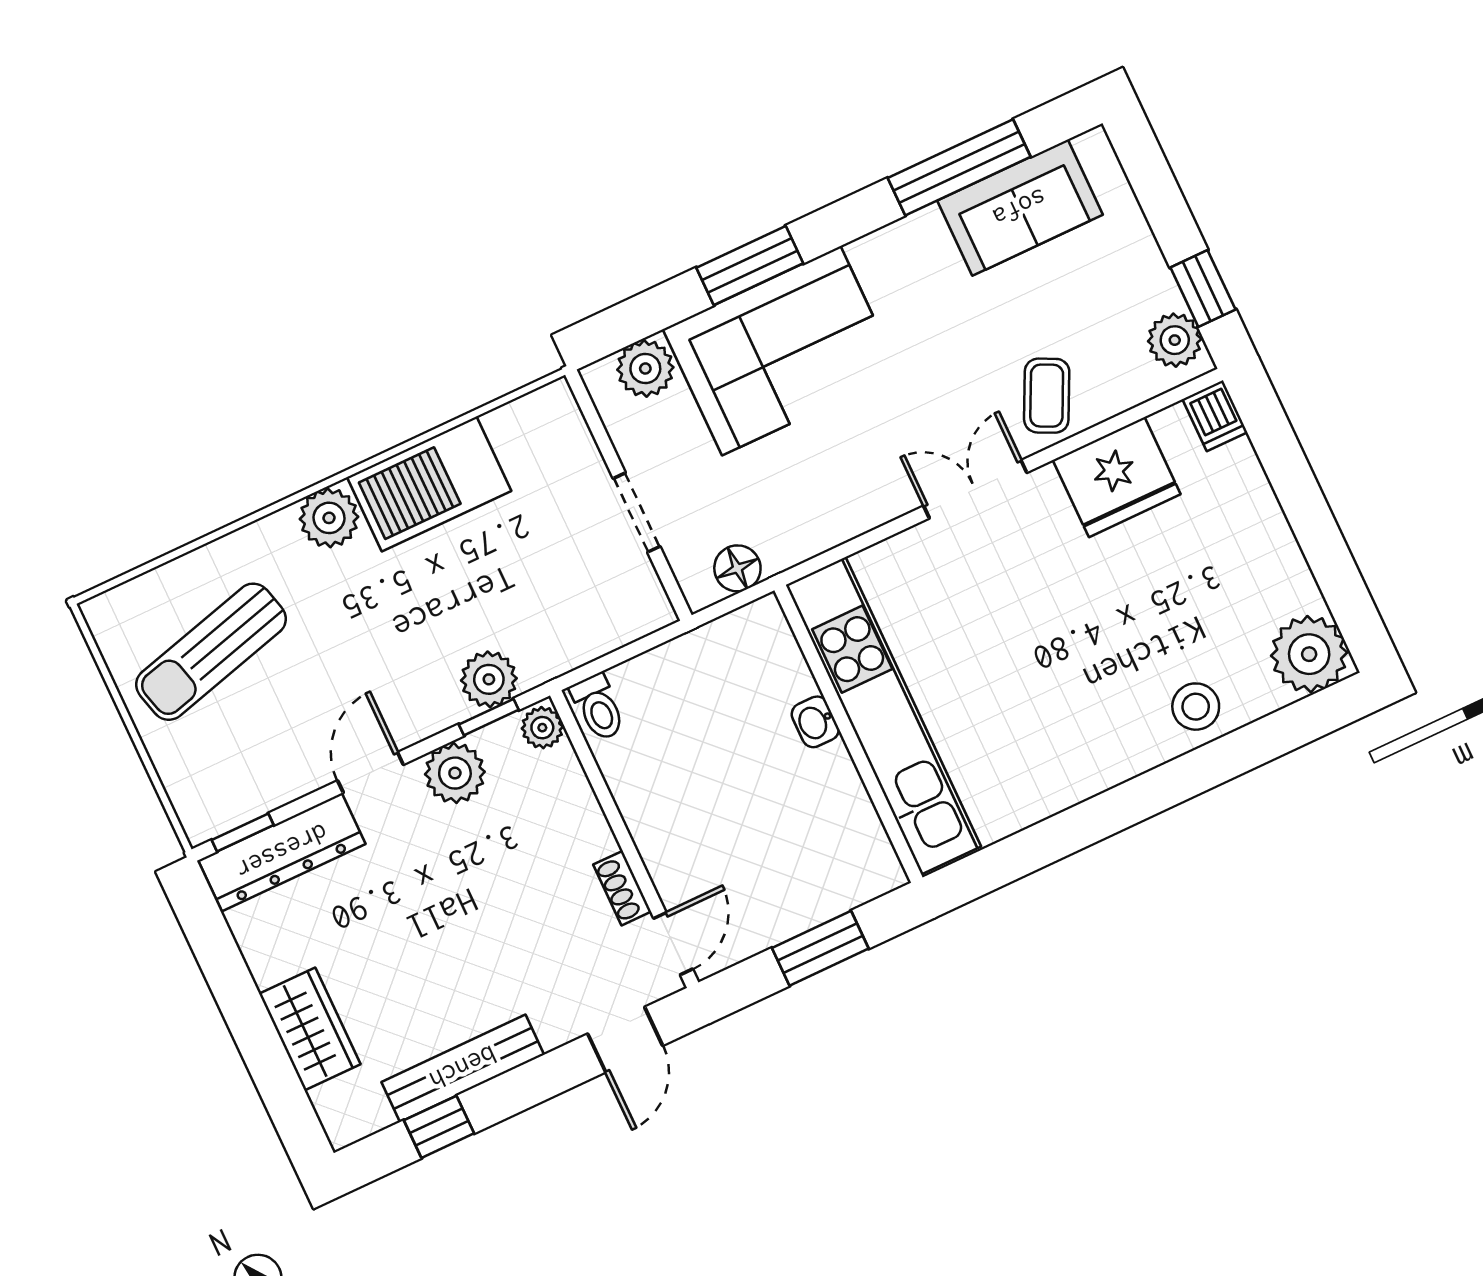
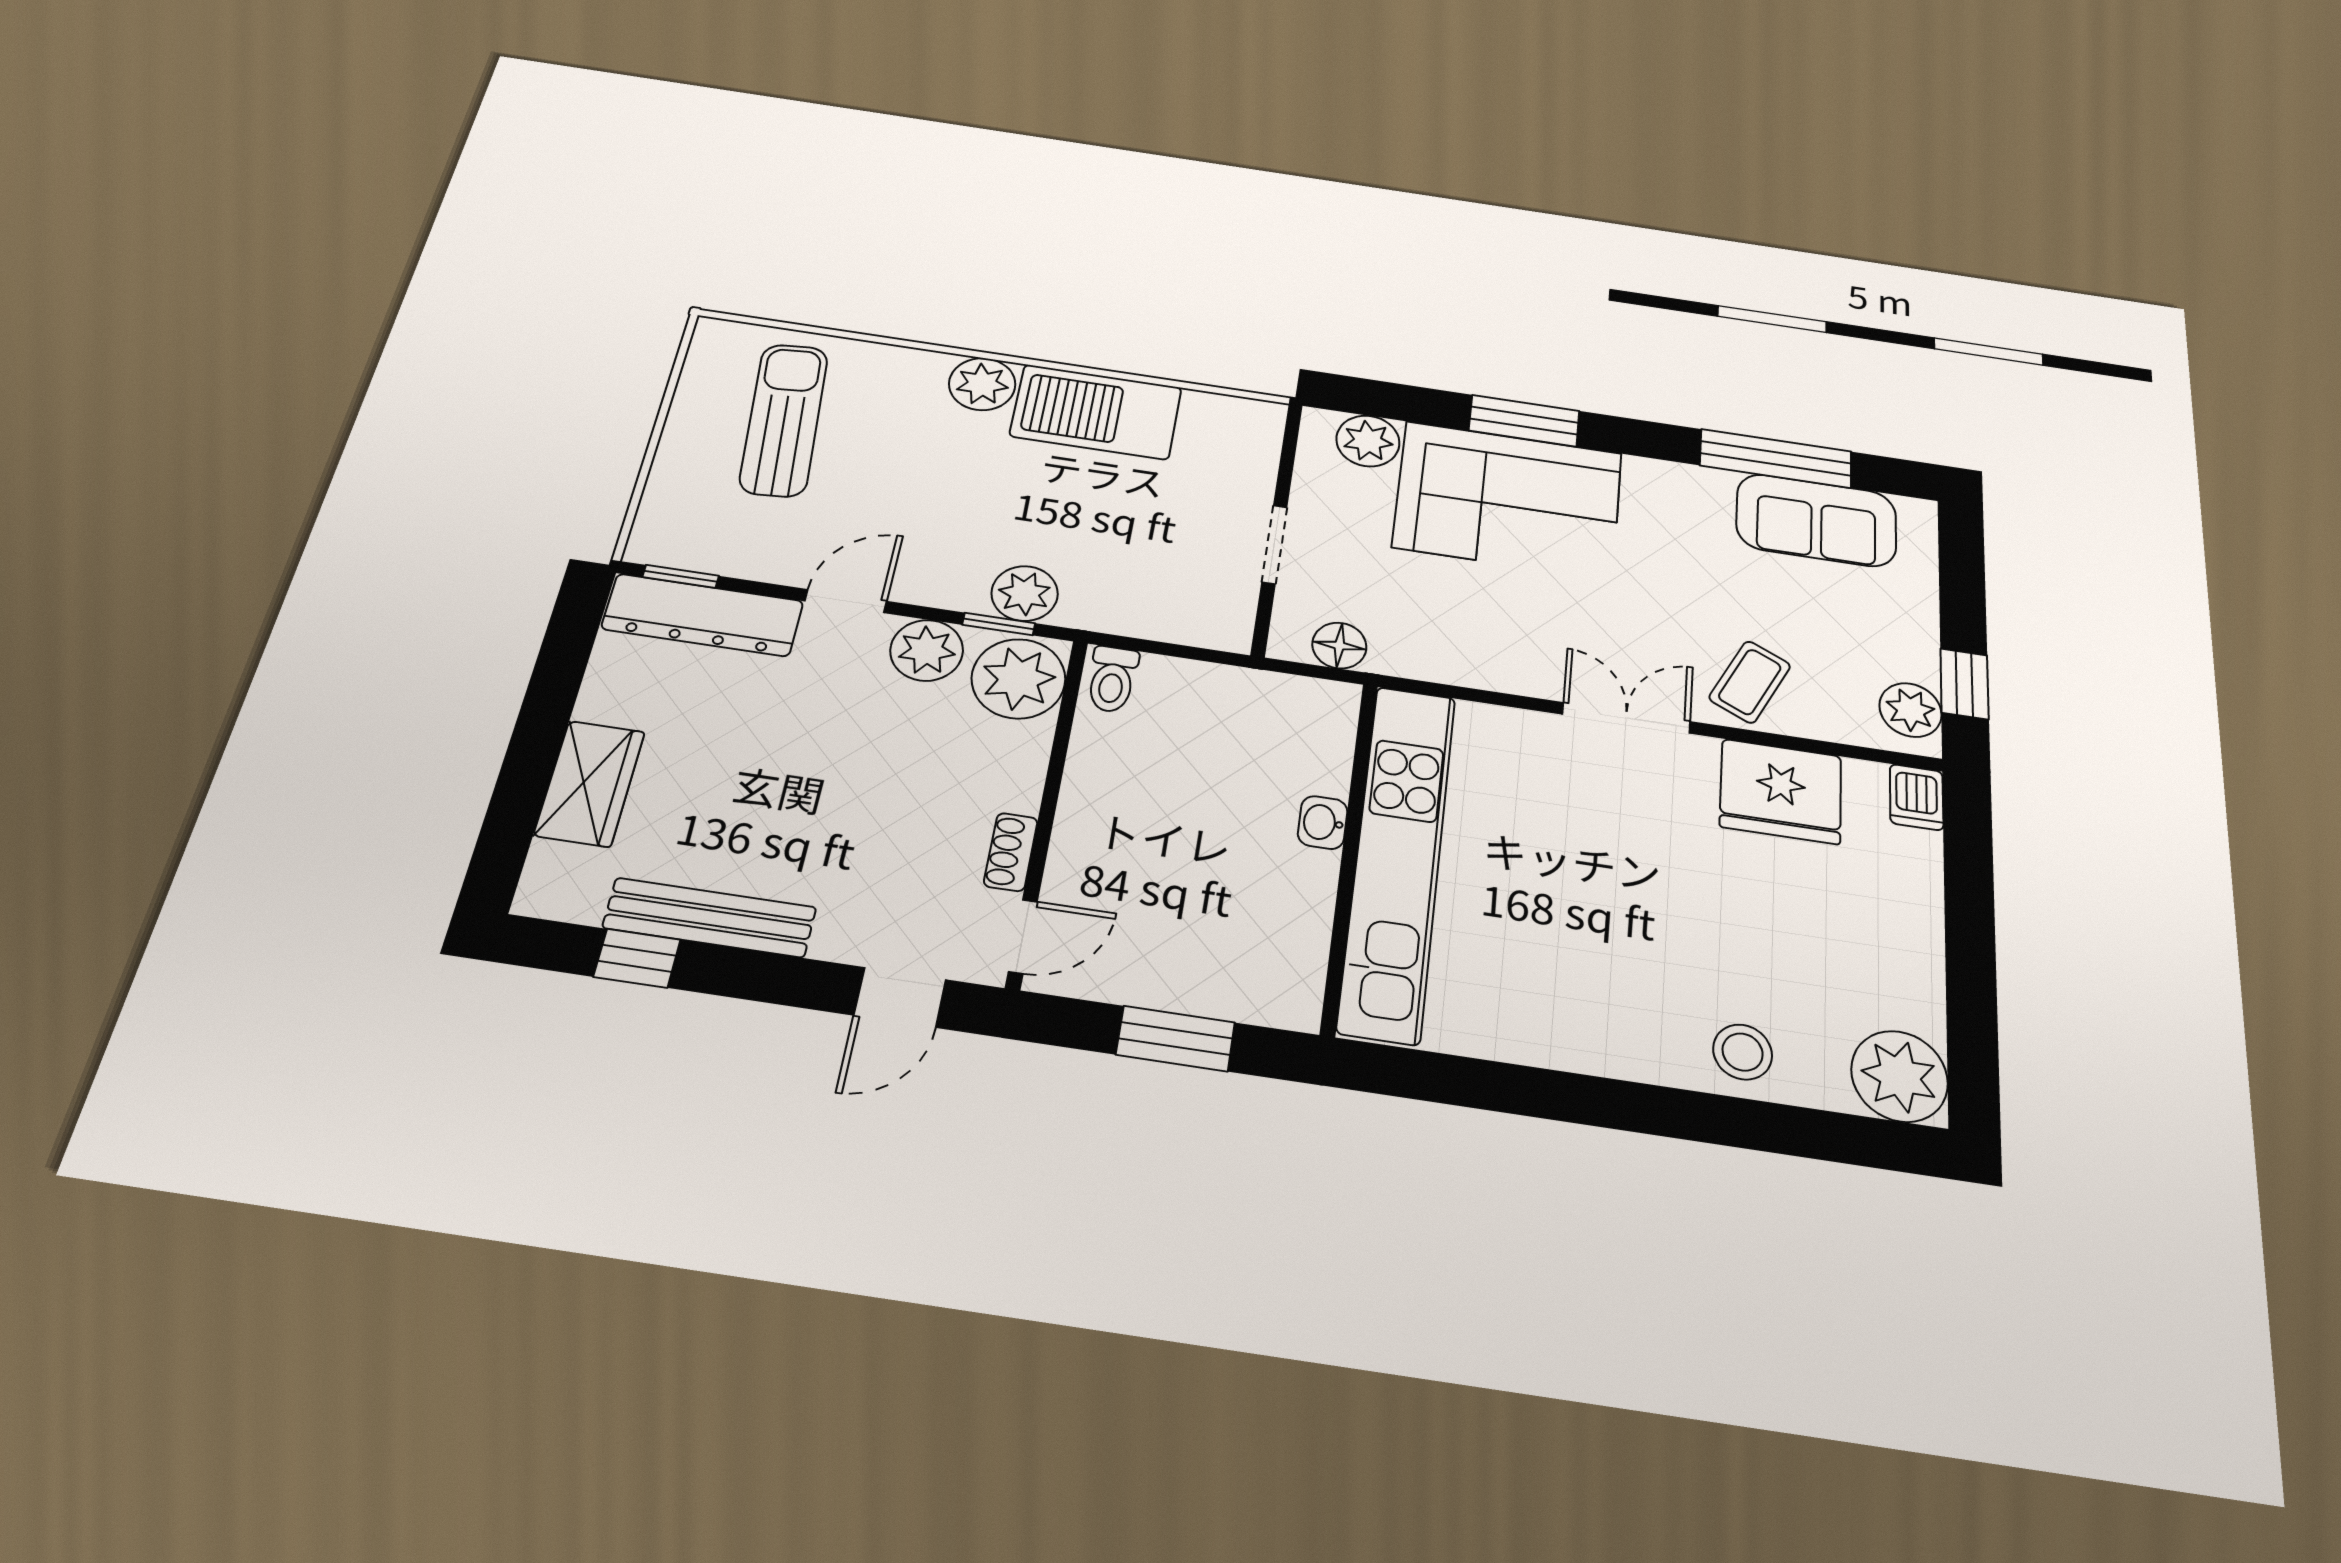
sun lounger: (211, 652) -> (784, 420), turned 100
plant: (542, 728) -> (1018, 679), width x1.88, depth x1.88

